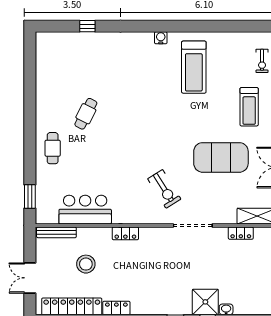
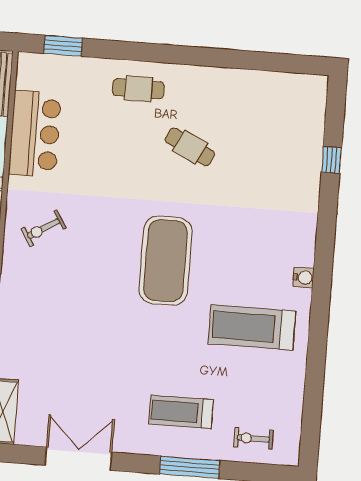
exercise mat: (221, 157) -> (166, 261), moved
exercise bike: (164, 189) -> (44, 229), moved, width x0.73, depth x0.72

